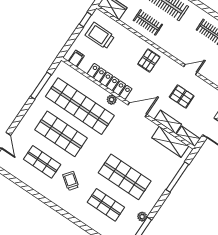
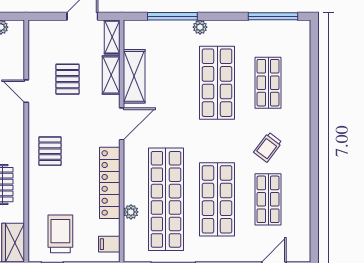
trolley: (100, 36) -> (60, 234), turned 180
pallet: (149, 60) -> (50, 151), turned 90
plant: (112, 100) -> (131, 212), moved
door: (137, 110) -> (122, 124), swing flipped
shelving: (170, 142) -> (134, 76), moved
plant: (142, 217) -> (200, 27), moved

